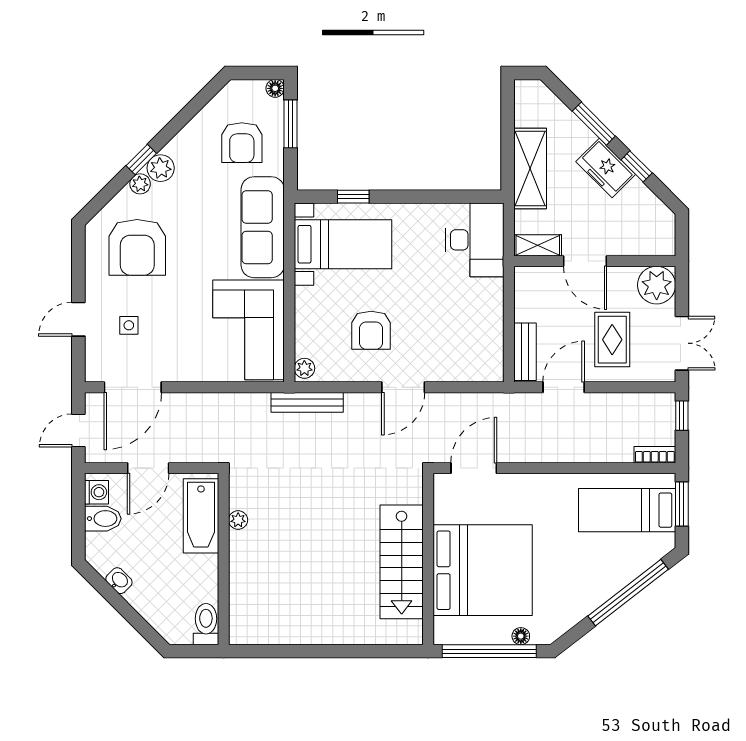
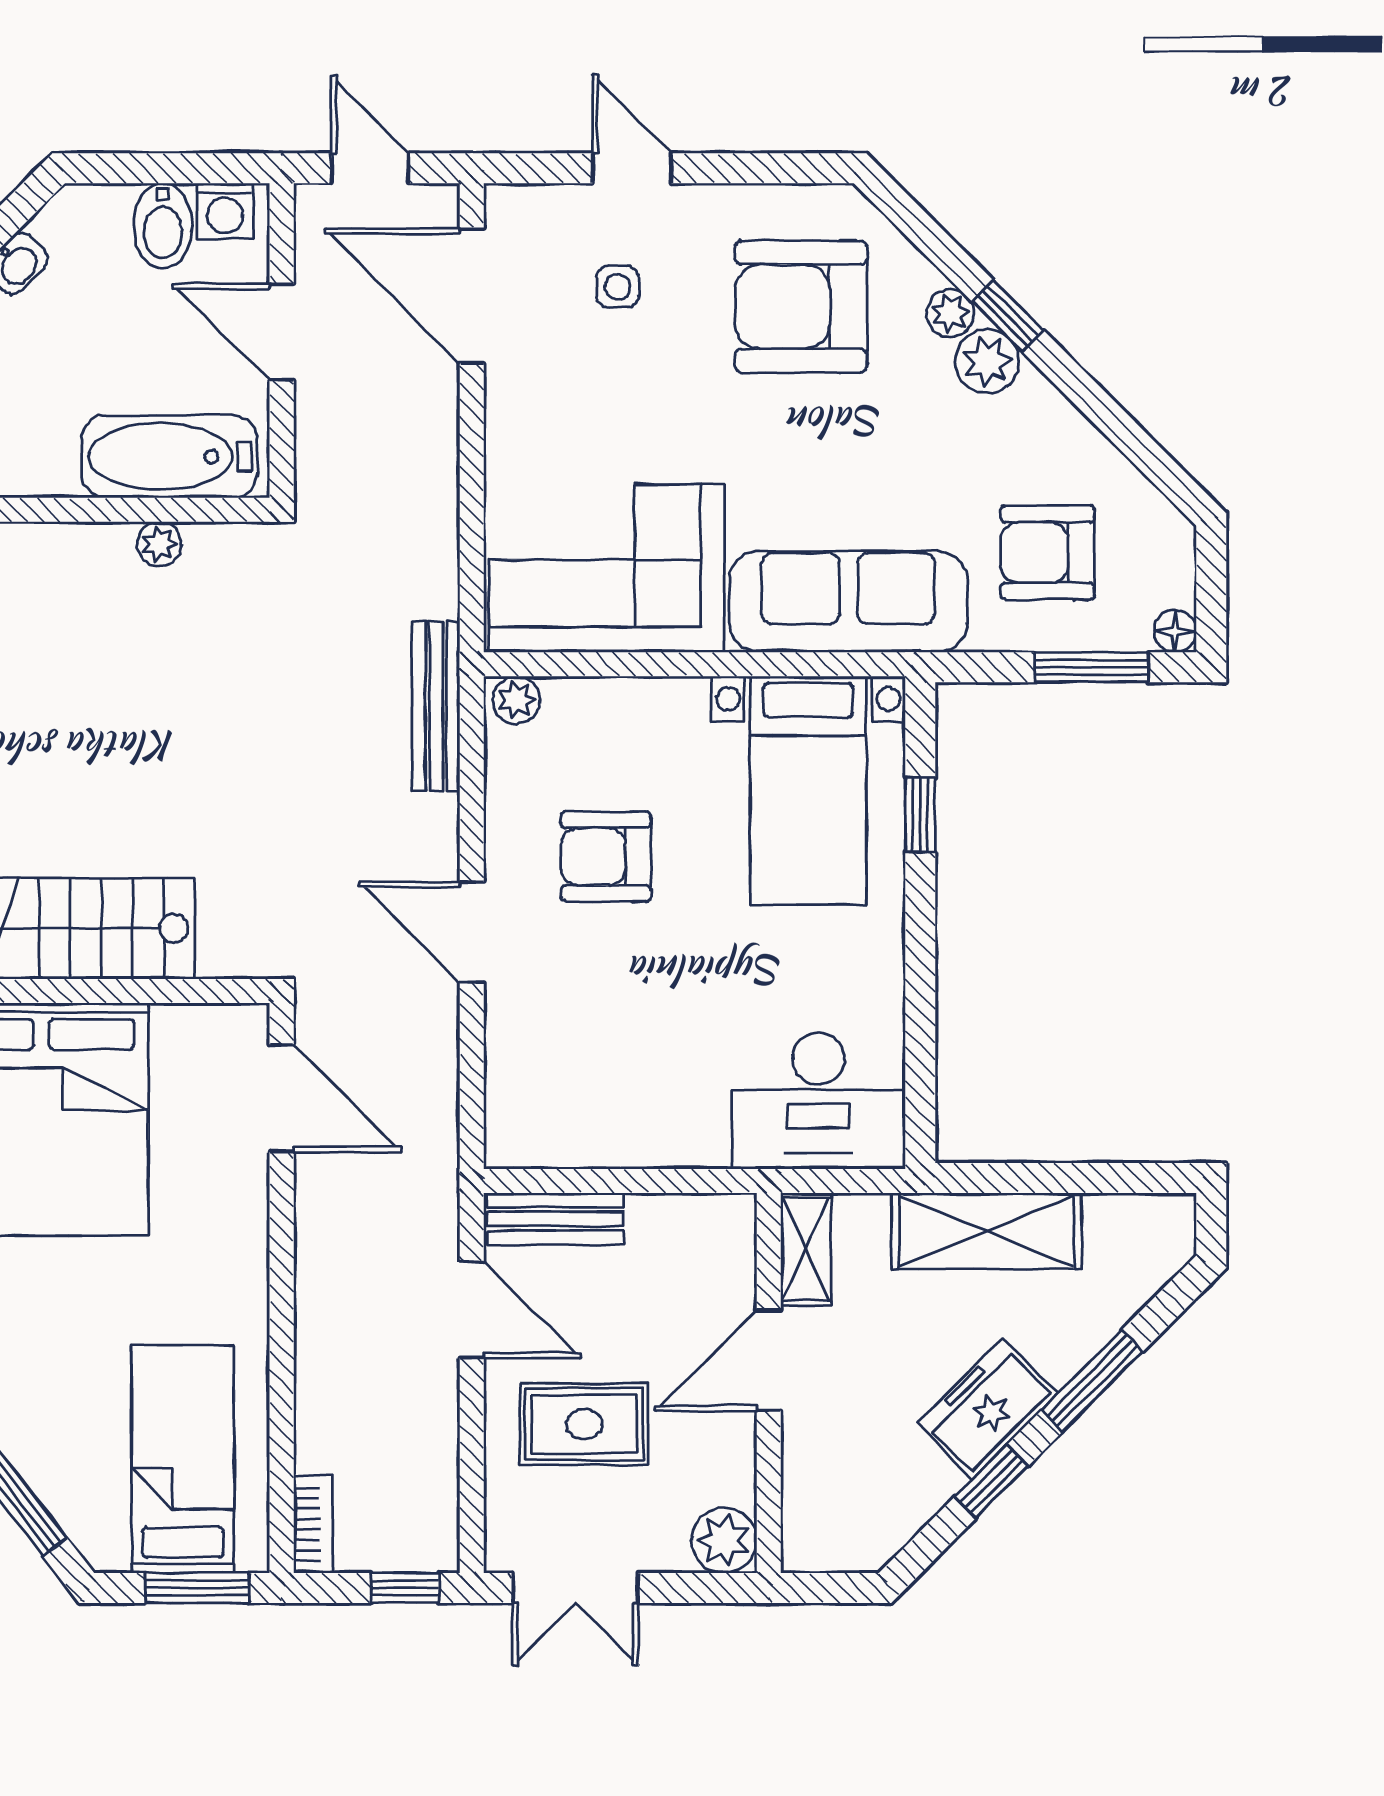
plant: (657, 285) -> (724, 1540), width x0.73, depth x0.73

